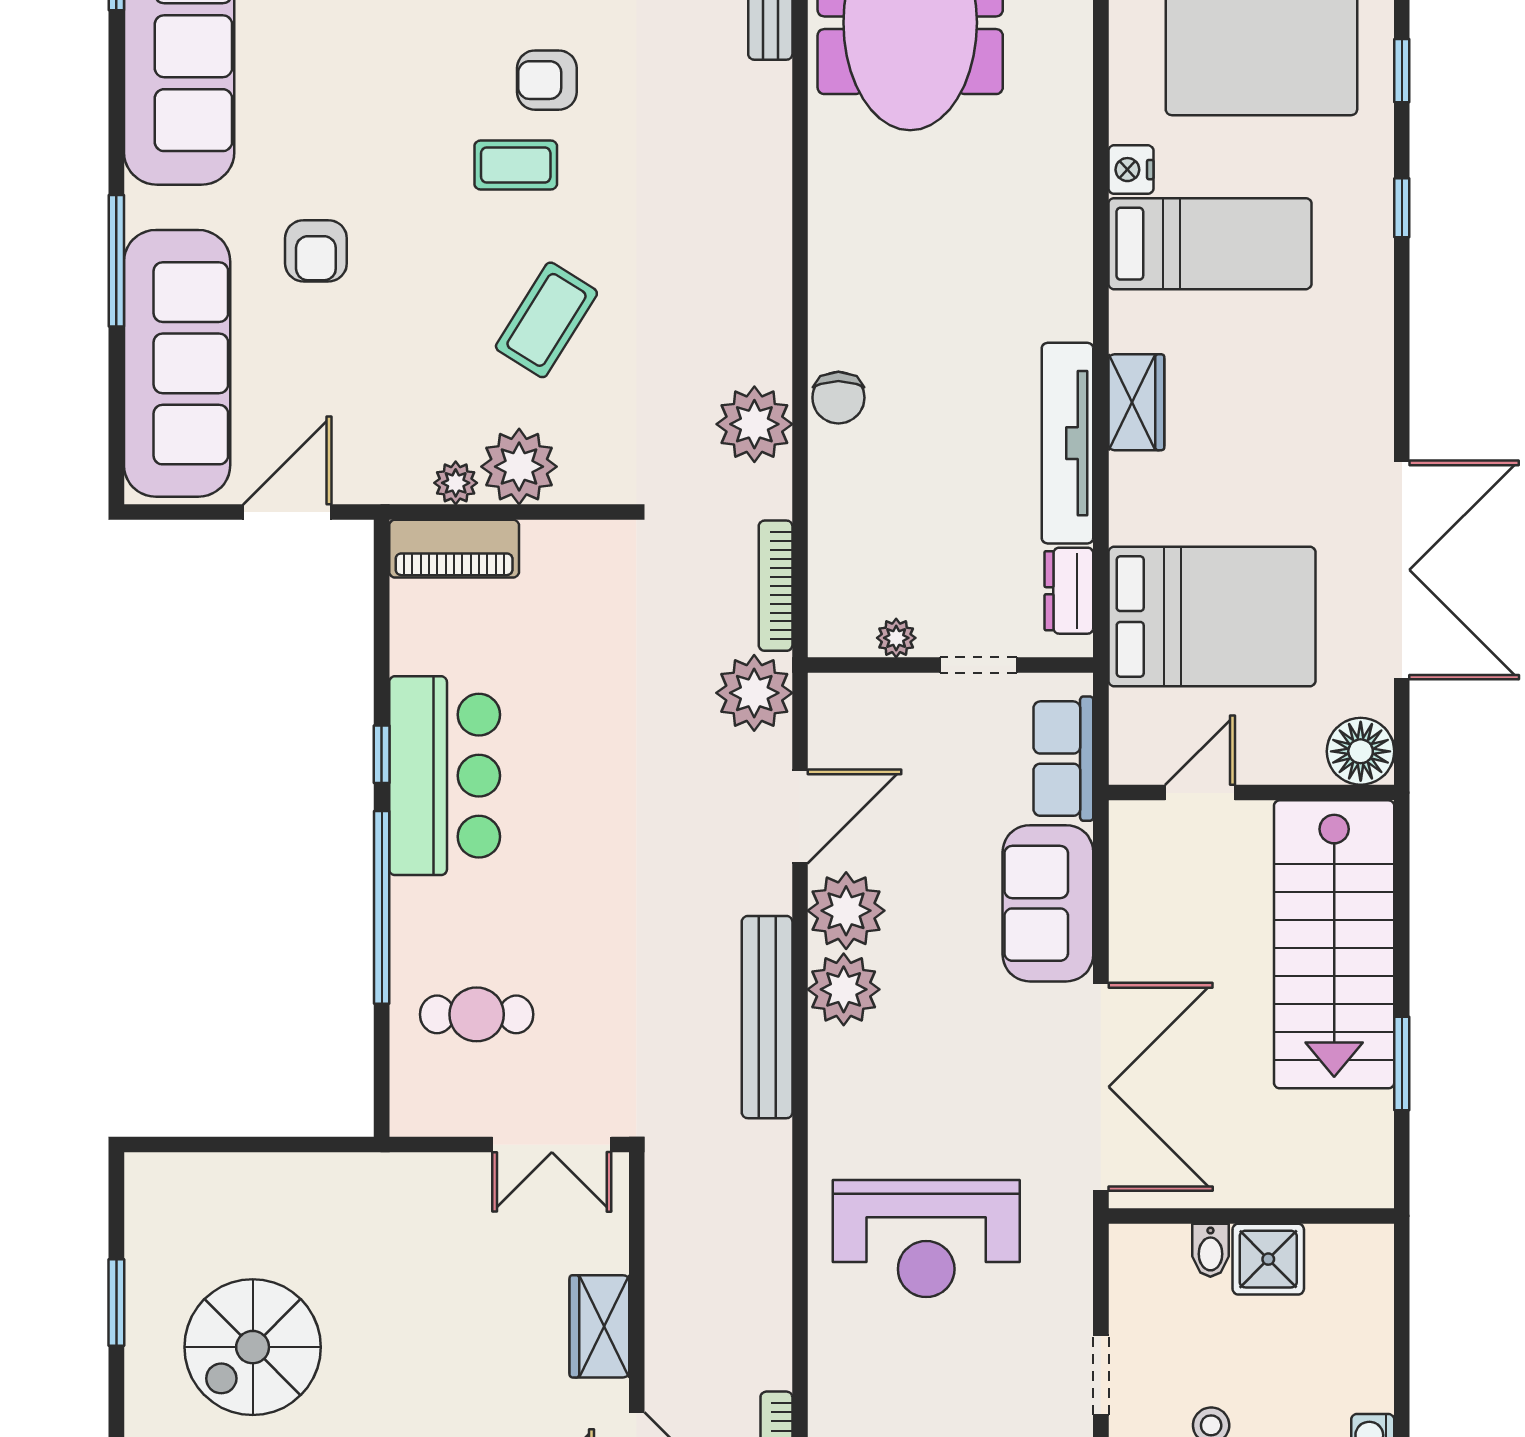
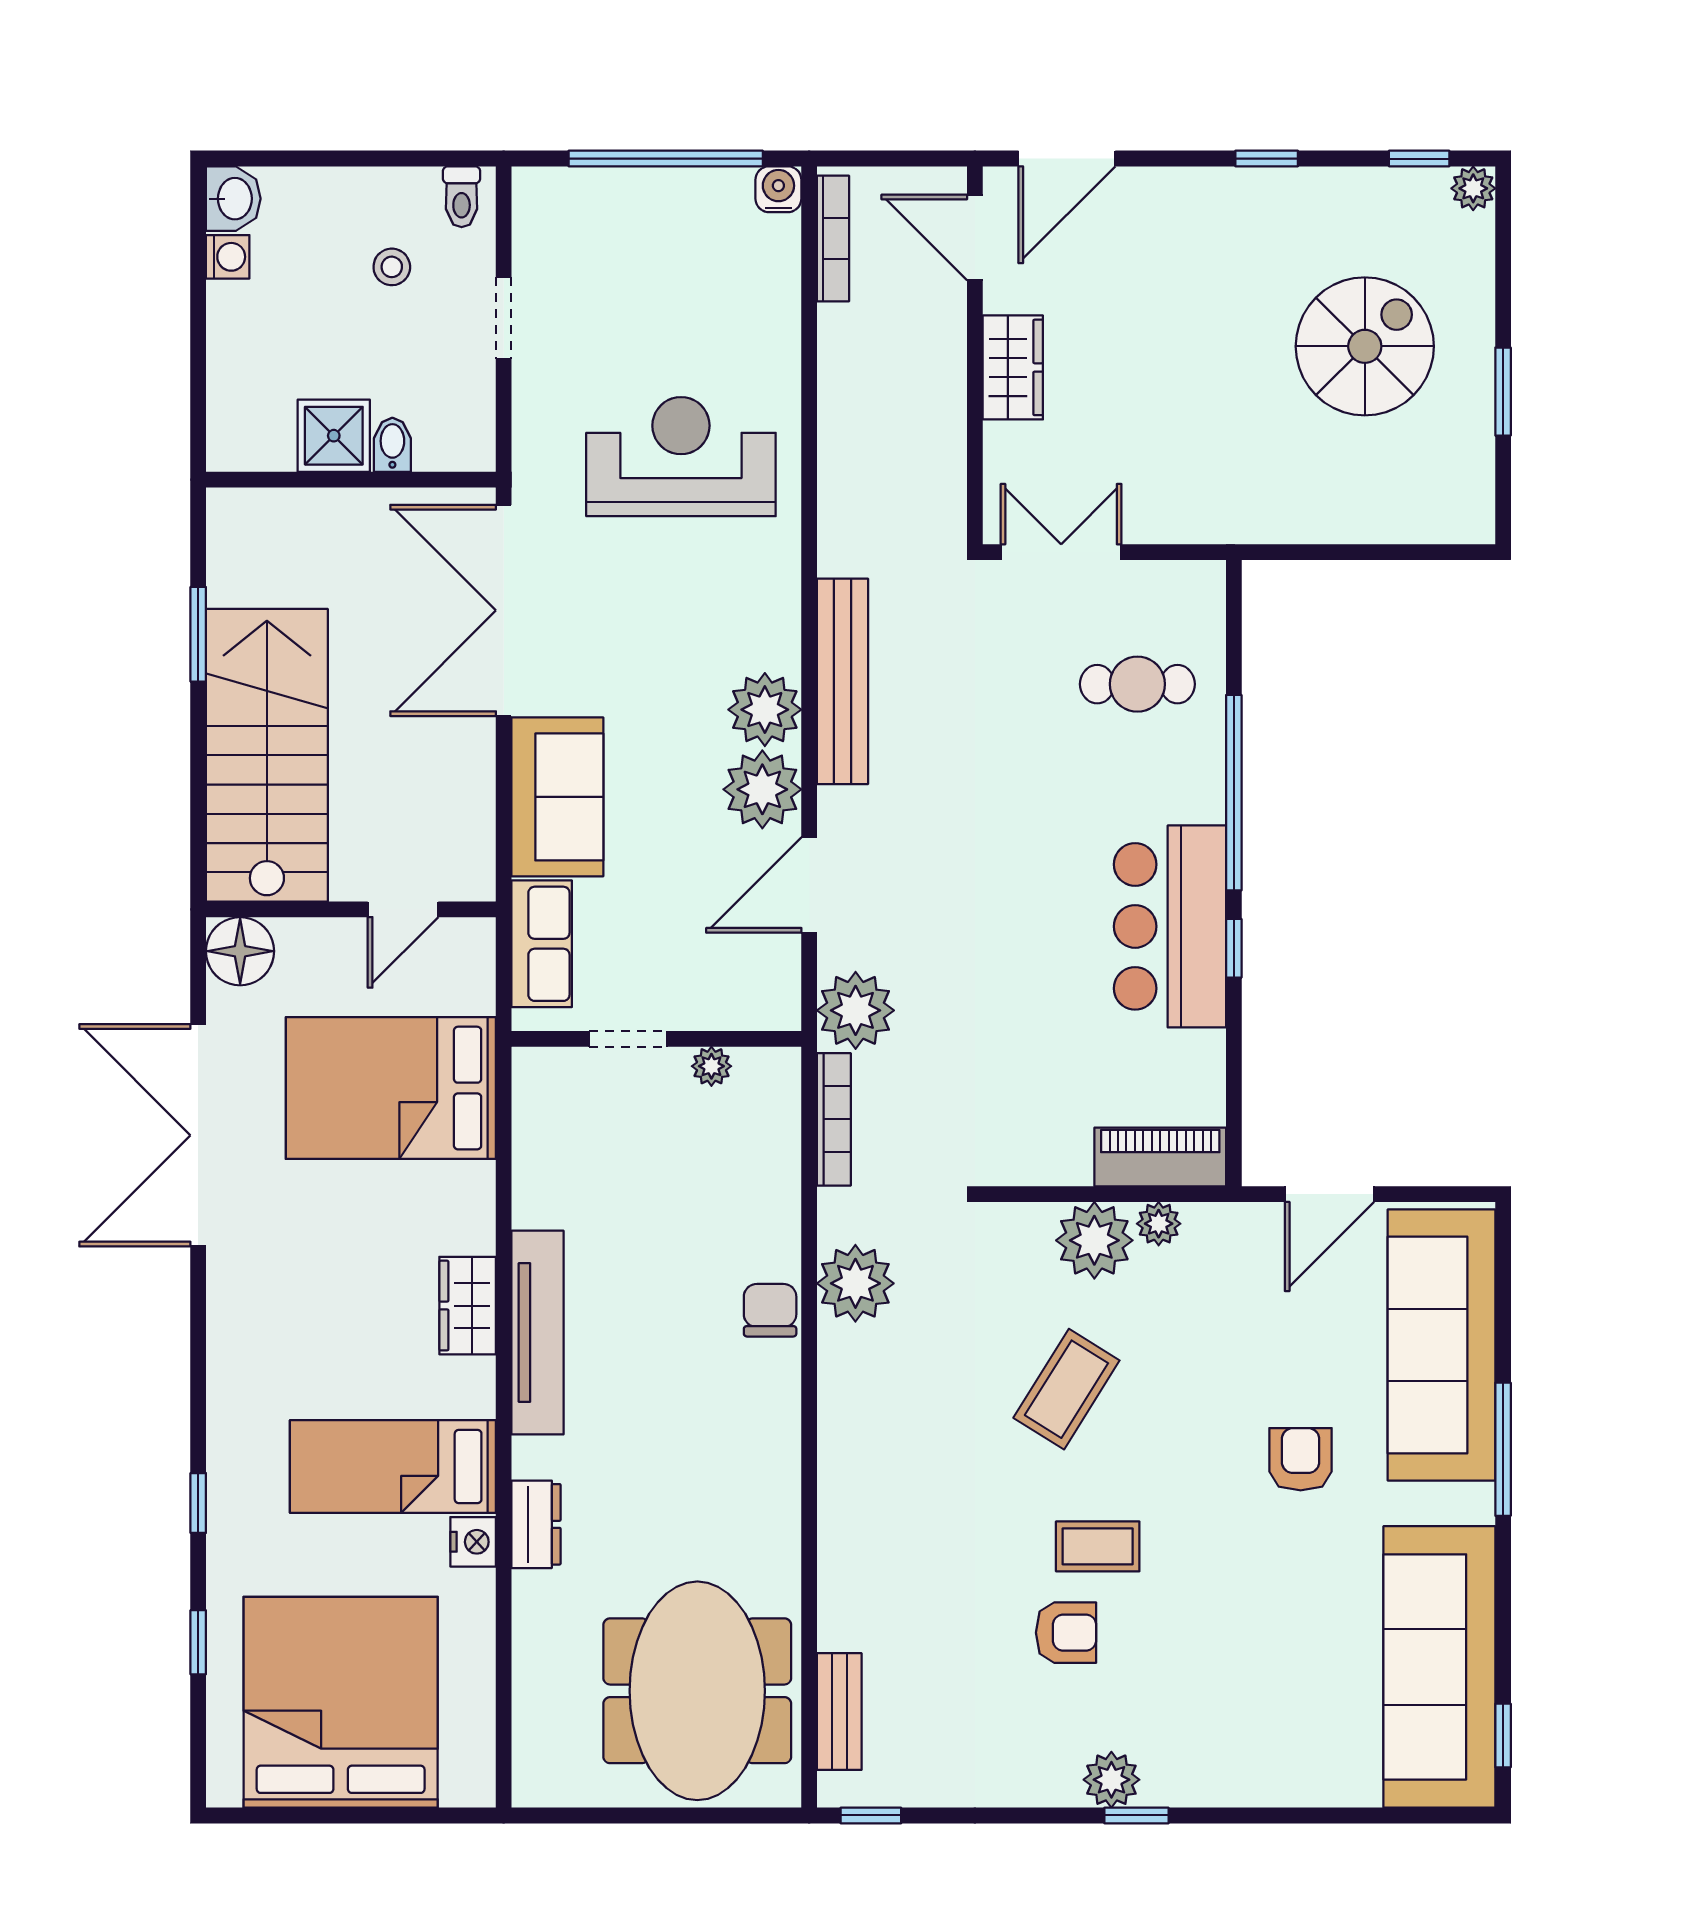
tv unit: (1068, 443) -> (538, 1333), moved
dresser: (1069, 591) -> (536, 1524), moved

